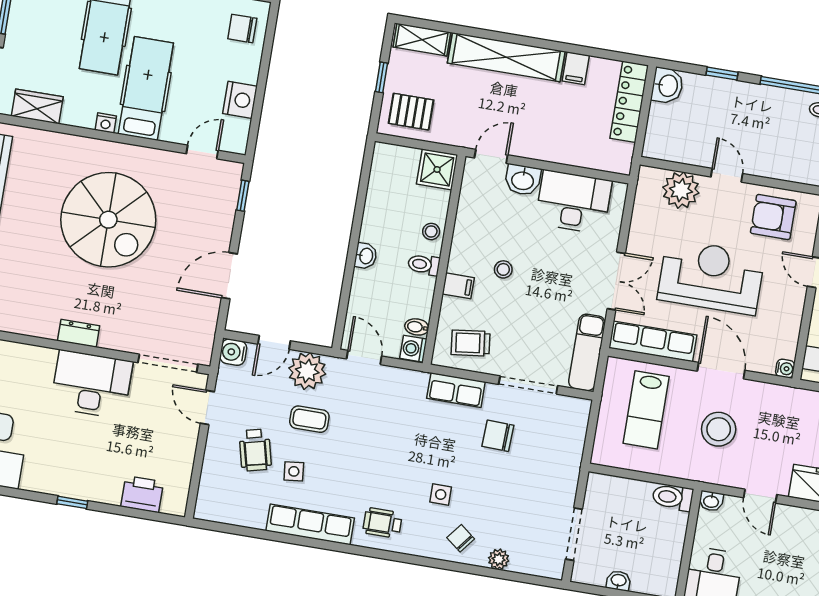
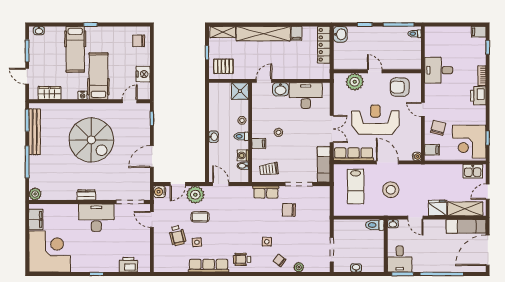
washing machine: (413, 349) -> (243, 155), moved

